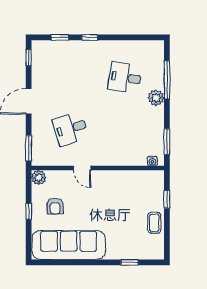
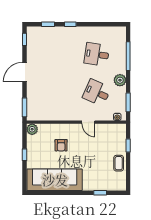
plant: (156, 98) -> (120, 80), moved
desk: (70, 129) -> (97, 93), moved, turned 42
door: (82, 168) -> (88, 122), moved
armchair: (55, 206) -> (61, 145), moved

